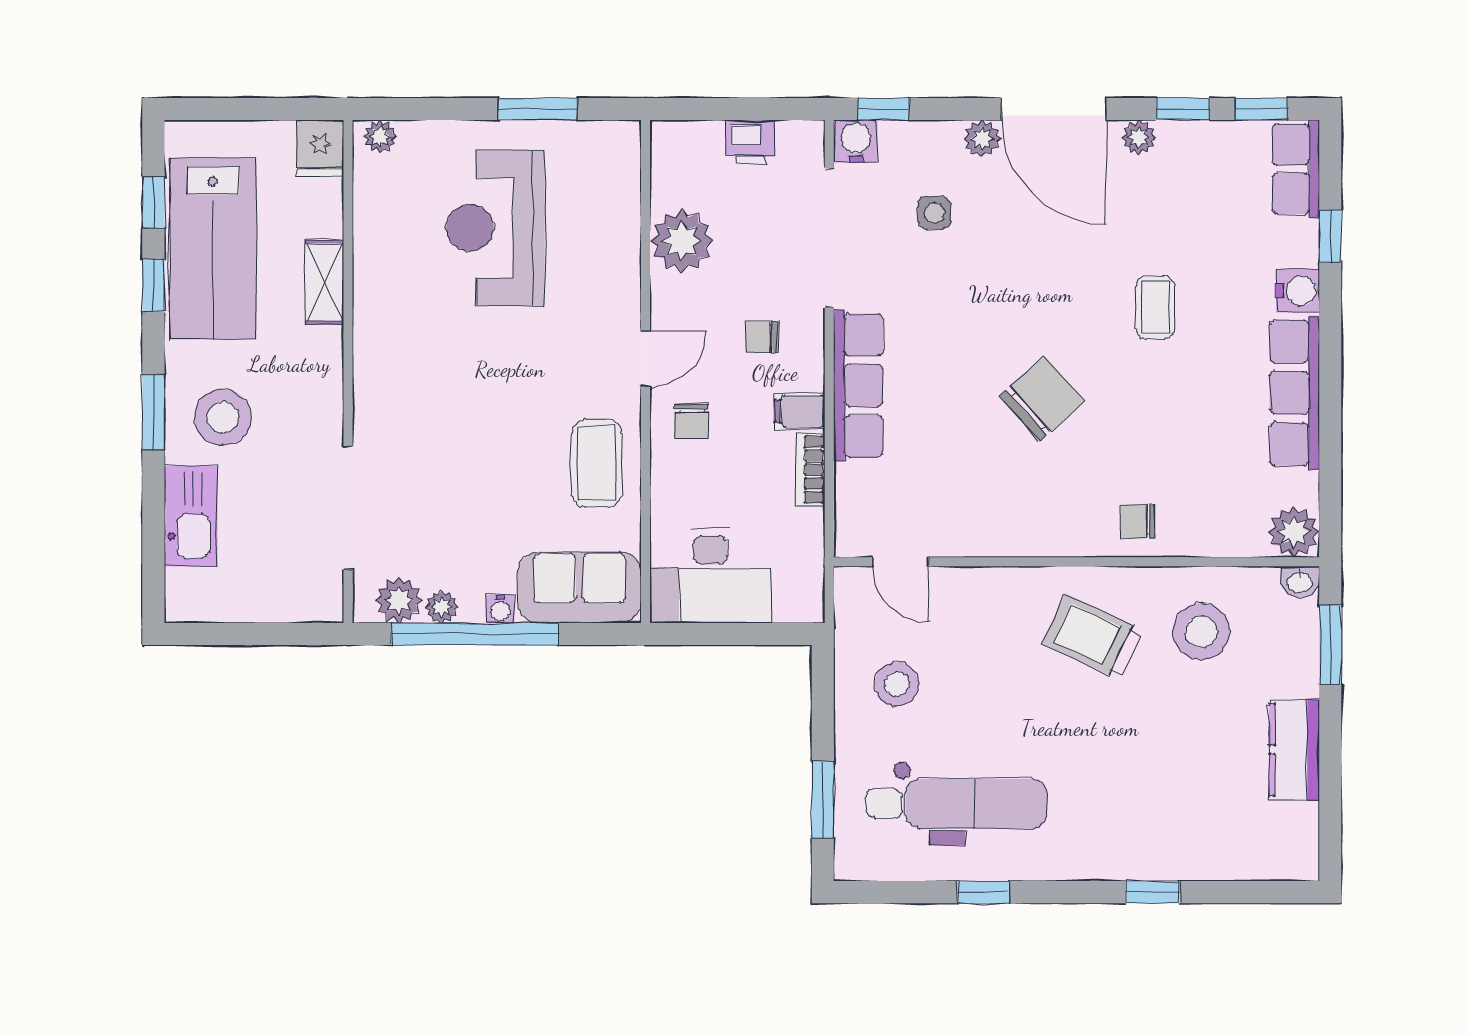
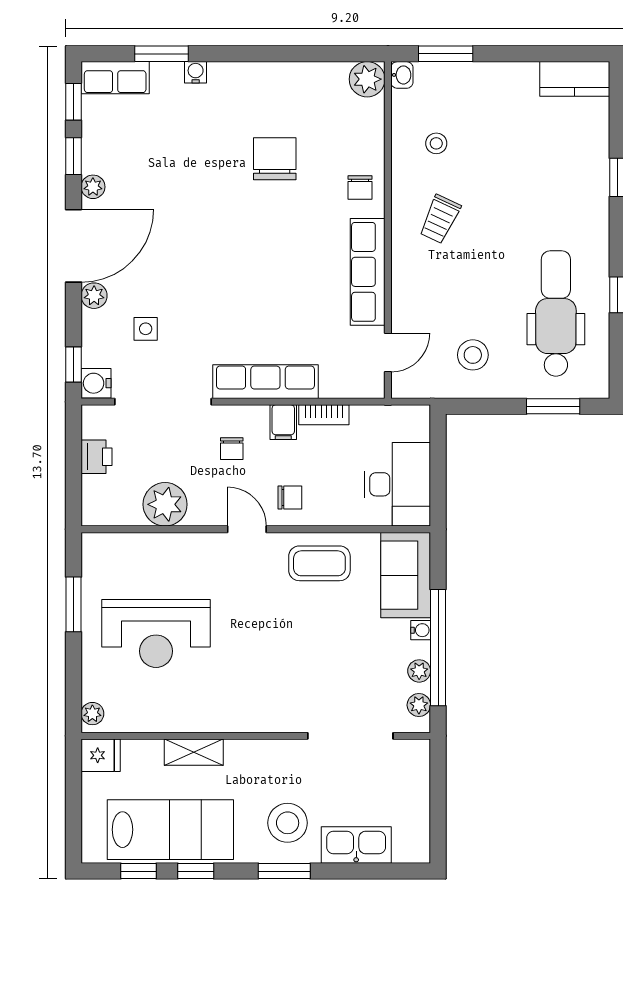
window: (1330, 236) -> (162, 54), width x1.50
water cooler: (1298, 291) -> (196, 72), width x0.72, depth x0.72
coffee table: (1155, 307) -> (211, 175), removed
row of seats: (1294, 393) -> (368, 272), moved, turned 90
chair: (1042, 399) -> (275, 159), moved, turned 42
plant: (399, 600) -> (419, 705), width x0.73, depth x0.73
stool: (1201, 631) -> (436, 143), width x0.53, depth x0.53
trolley: (1092, 637) -> (440, 219), width x0.73, depth x0.72
kitchen counter: (1294, 750) -> (575, 79), moved

